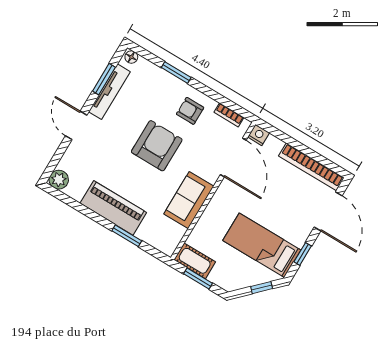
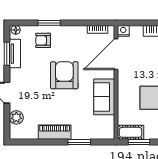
tv unit: (109, 92) -> (15, 54), width x0.71
armchair: (190, 111) -> (43, 40), moved
door: (233, 157) -> (116, 54), swing flipped
plant: (59, 180) -> (16, 117), moved
piano: (113, 208) -> (55, 132), width x0.73, depth x0.75

